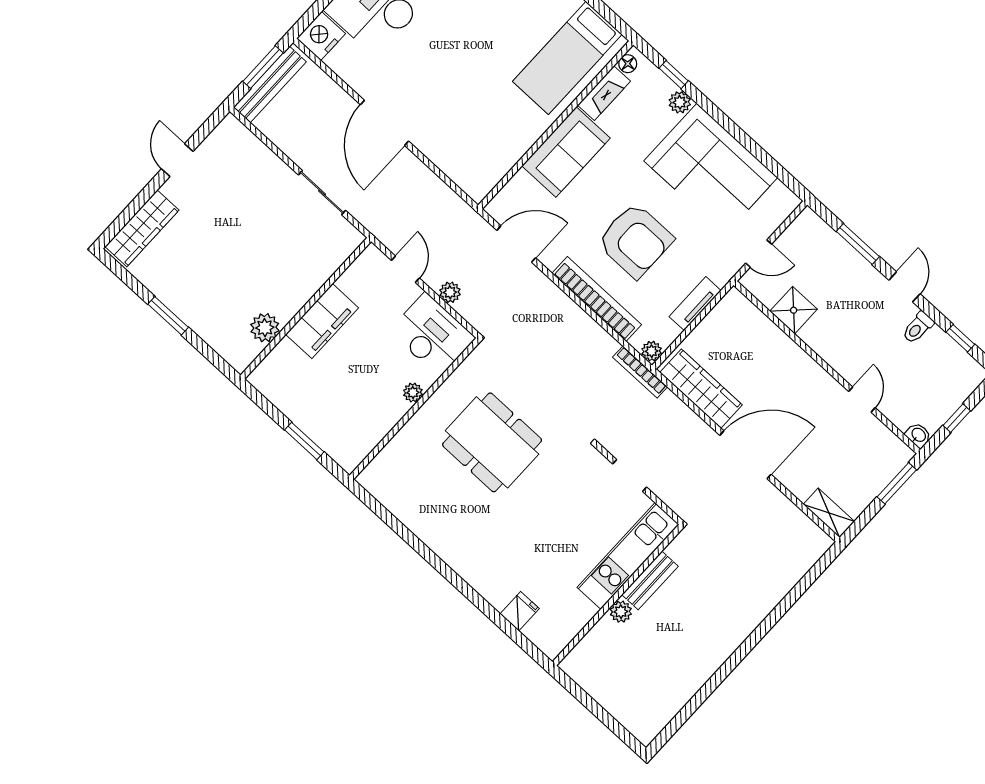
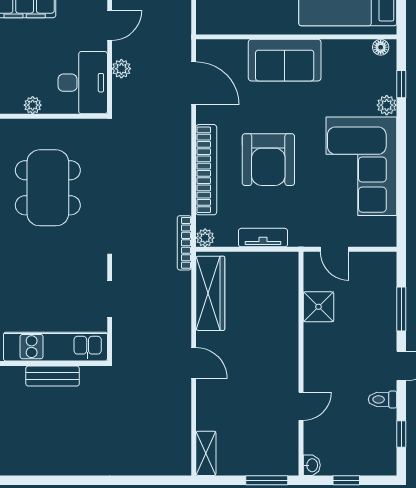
fireplace: (604, 93) -> (347, 49), removed
door: (746, 455) -> (194, 363), width x0.53
plant: (621, 612) -> (14, 376), removed

